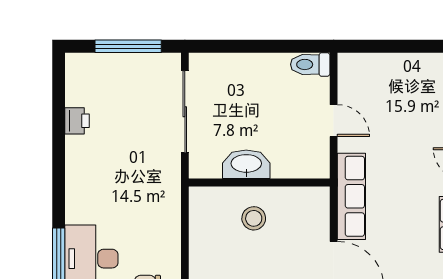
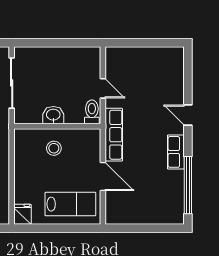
toilet: (310, 64) -> (92, 112), moved, turned 90
washbasin: (246, 164) -> (53, 115), width x0.72

